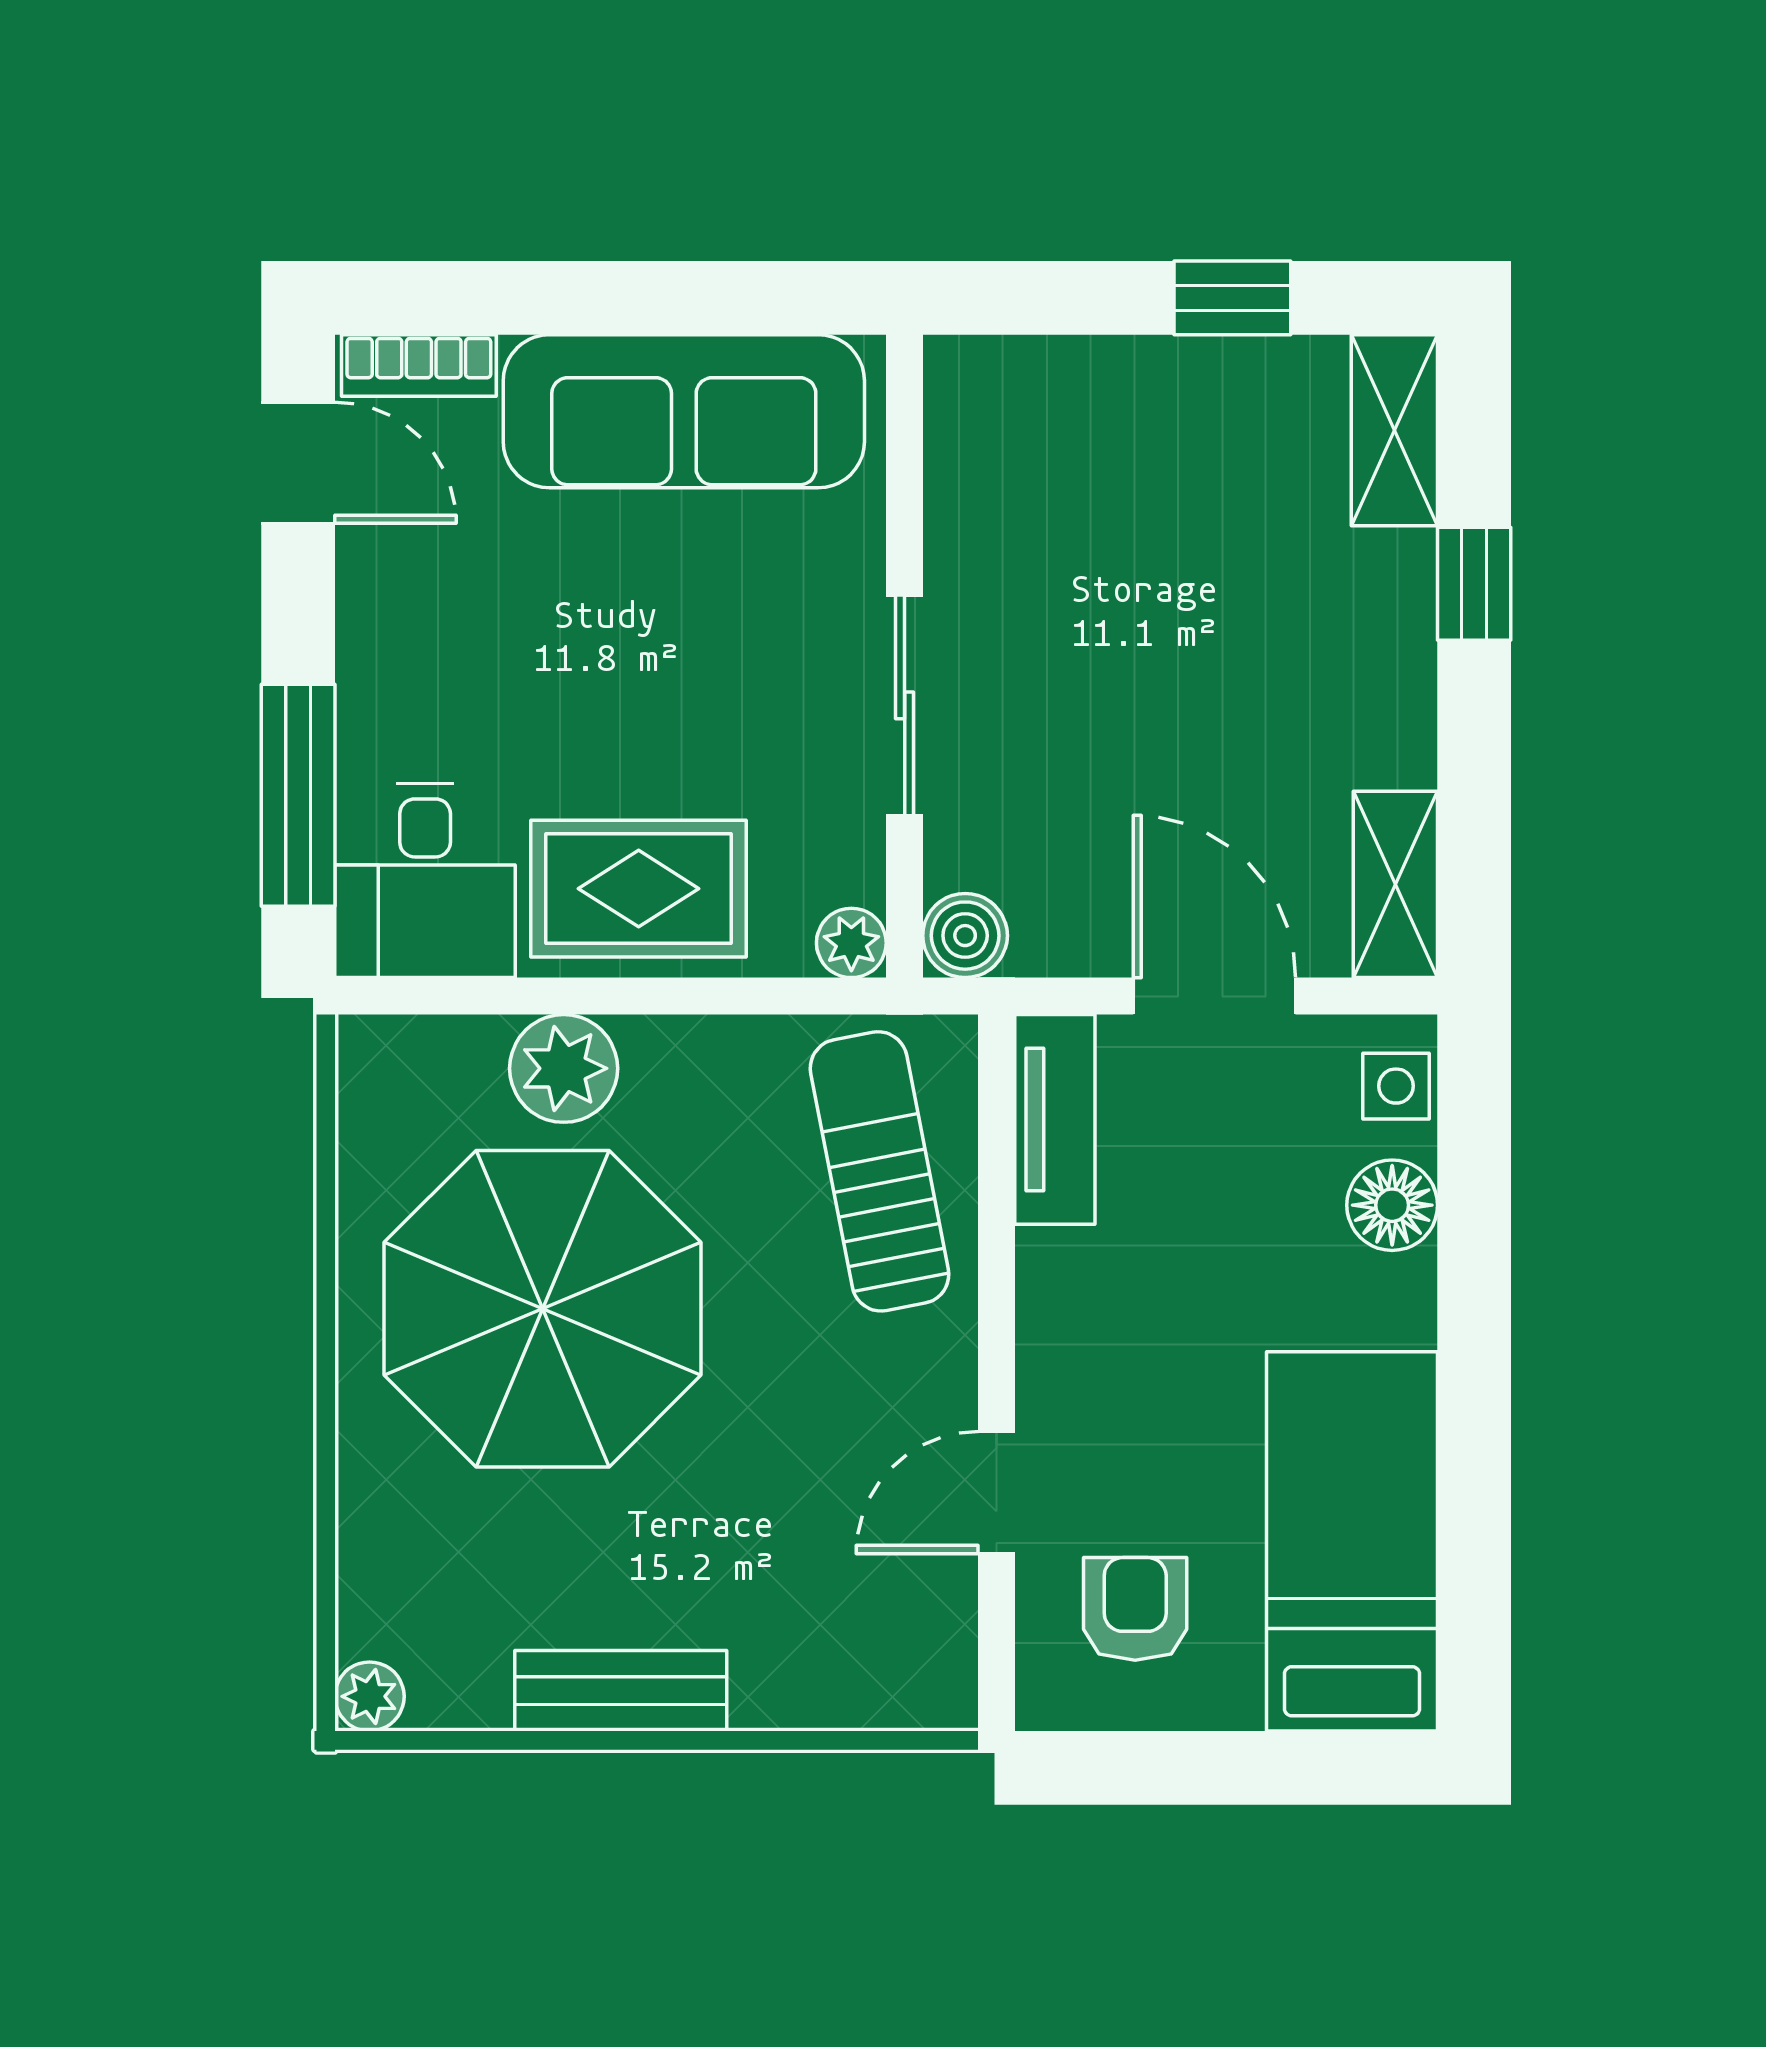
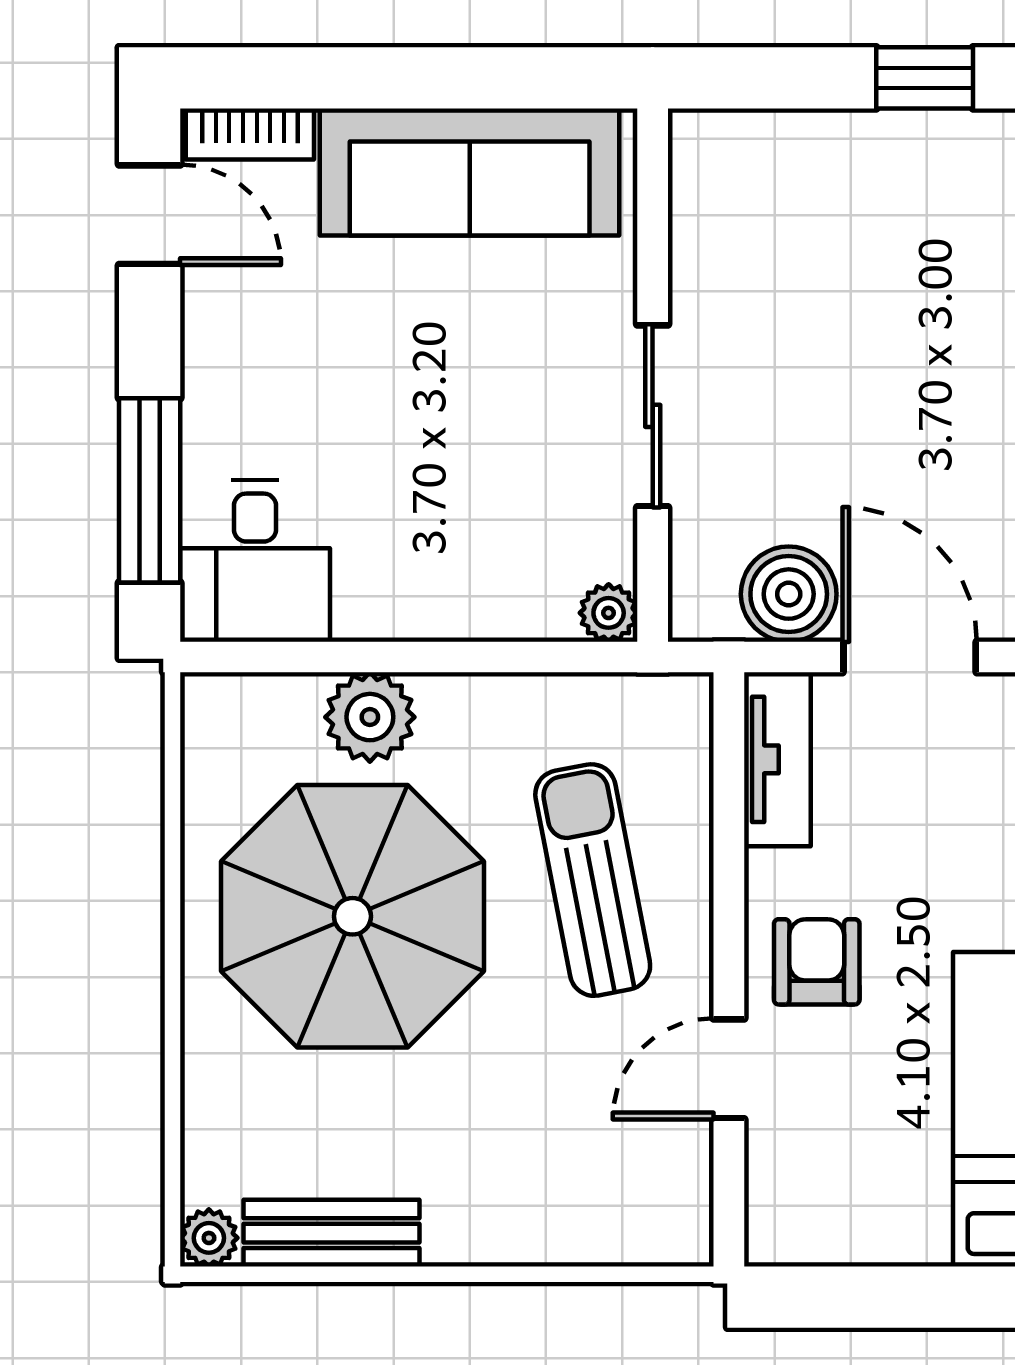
rug: (639, 889) -> (432, 568), removed
boiler: (965, 936) -> (789, 594), moved, width x1.36, depth x1.36
sun lounger: (880, 1171) -> (593, 880), moved
armchair: (1135, 1609) -> (817, 962), moved
bench: (621, 1691) -> (332, 1233), moved

